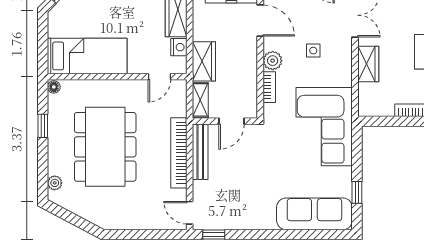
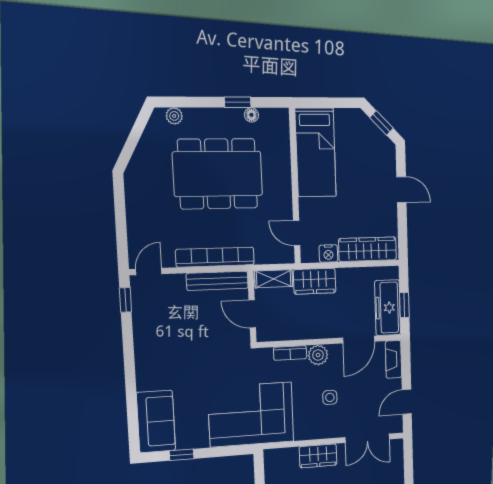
floor lamp: (54, 87) -> (251, 115), moved
sofa: (314, 214) -> (156, 421), width x0.73

